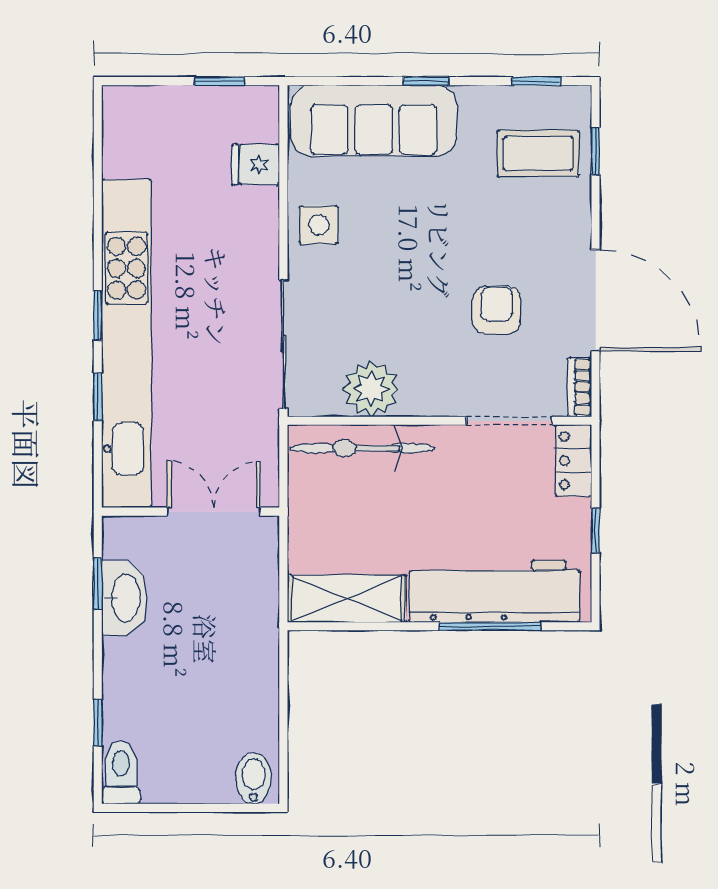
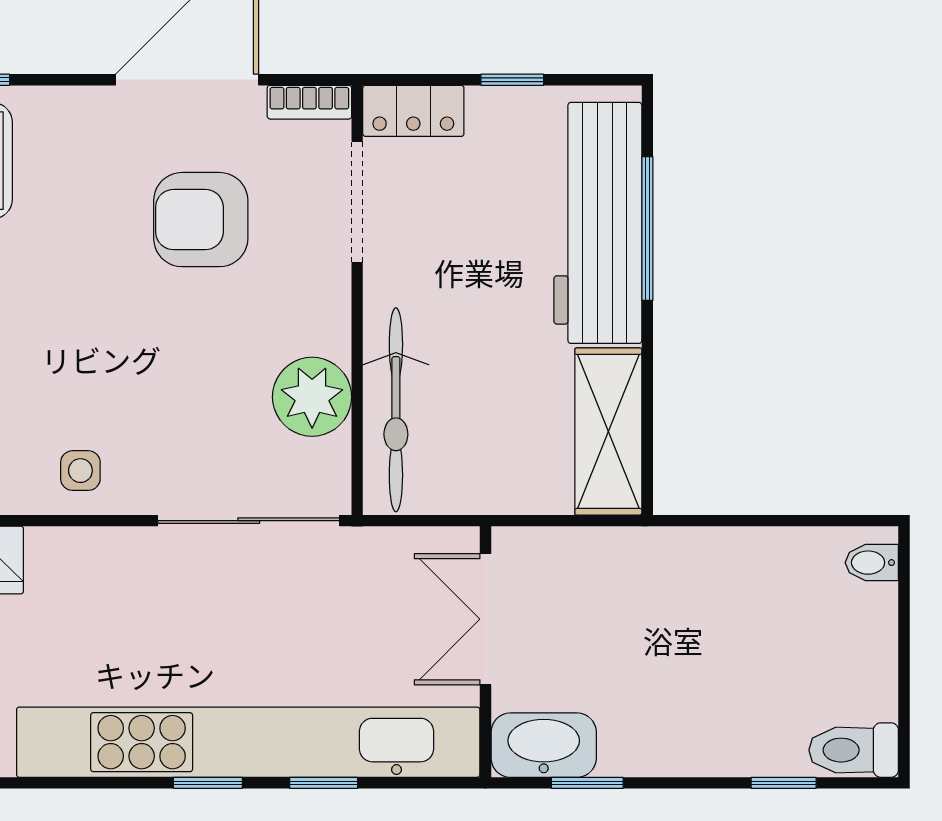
side table: (319, 225) -> (80, 471), width x0.73, depth x0.73
armchair: (497, 310) -> (201, 220), width x1.38, depth x1.38
washbasin: (124, 598) -> (544, 745), moved
bidet: (254, 778) -> (872, 563), width x0.72, depth x0.74

